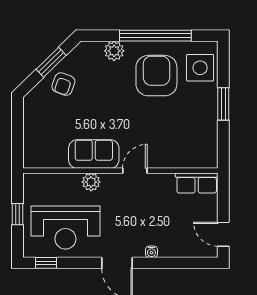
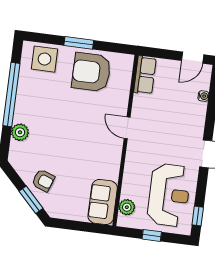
window: (51, 62) -> (31, 200), moved
armchair: (156, 76) -> (91, 72), moved
sofa: (94, 154) -> (103, 202), moved
plant: (91, 182) -> (127, 207), moved
water cooler: (151, 252) -> (203, 96), moved

